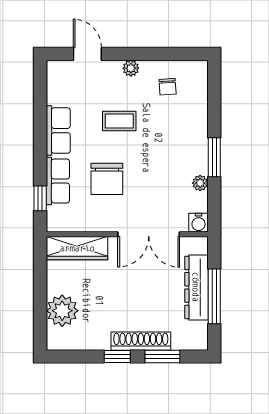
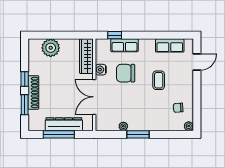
plant: (131, 68) -> (189, 126), moved
row of seats: (58, 131) -> (170, 45), moved
water cooler: (199, 223) -> (101, 70), moved

